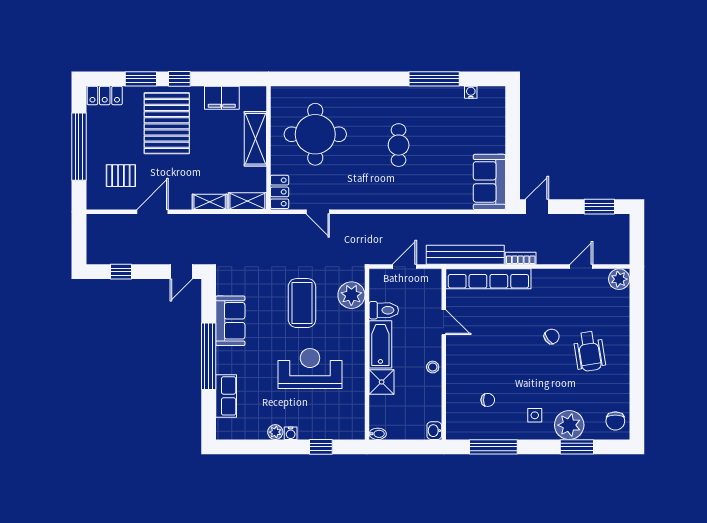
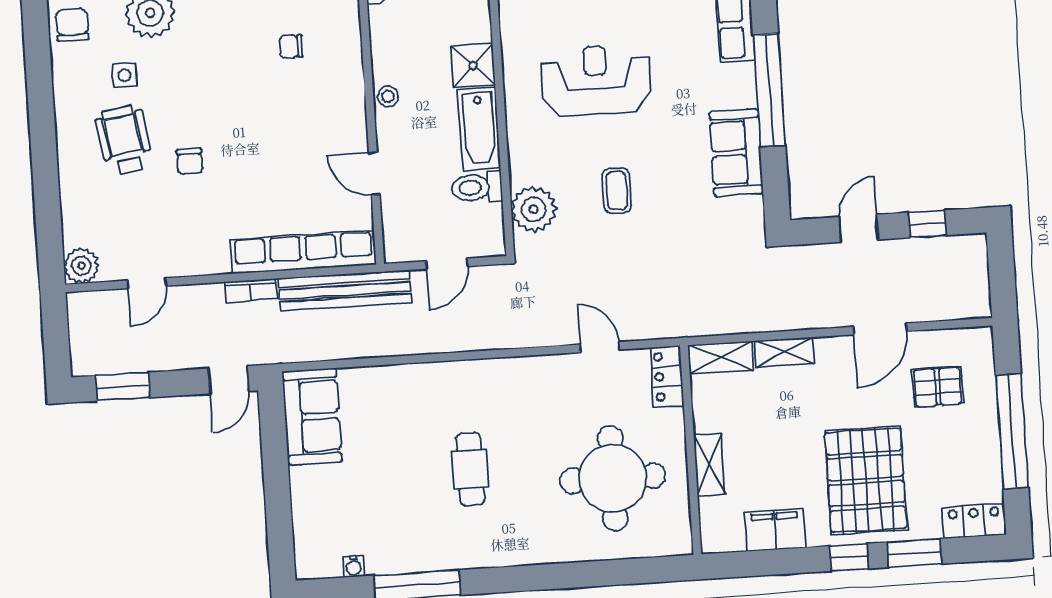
shelving: (255, 139) -> (709, 464), width x0.67, depth x0.75
door: (181, 272) -> (859, 228), moved
coffee table: (302, 303) -> (617, 191), width x0.54, depth x0.58
chair: (552, 336) -> (190, 161), turned -53
reception desk: (310, 368) -> (596, 80), turned 180
side table: (535, 415) -> (125, 75), moved

